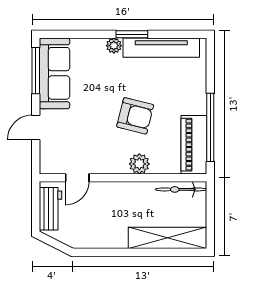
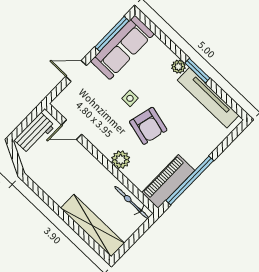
side table: (100, 108) -> (130, 98), added

